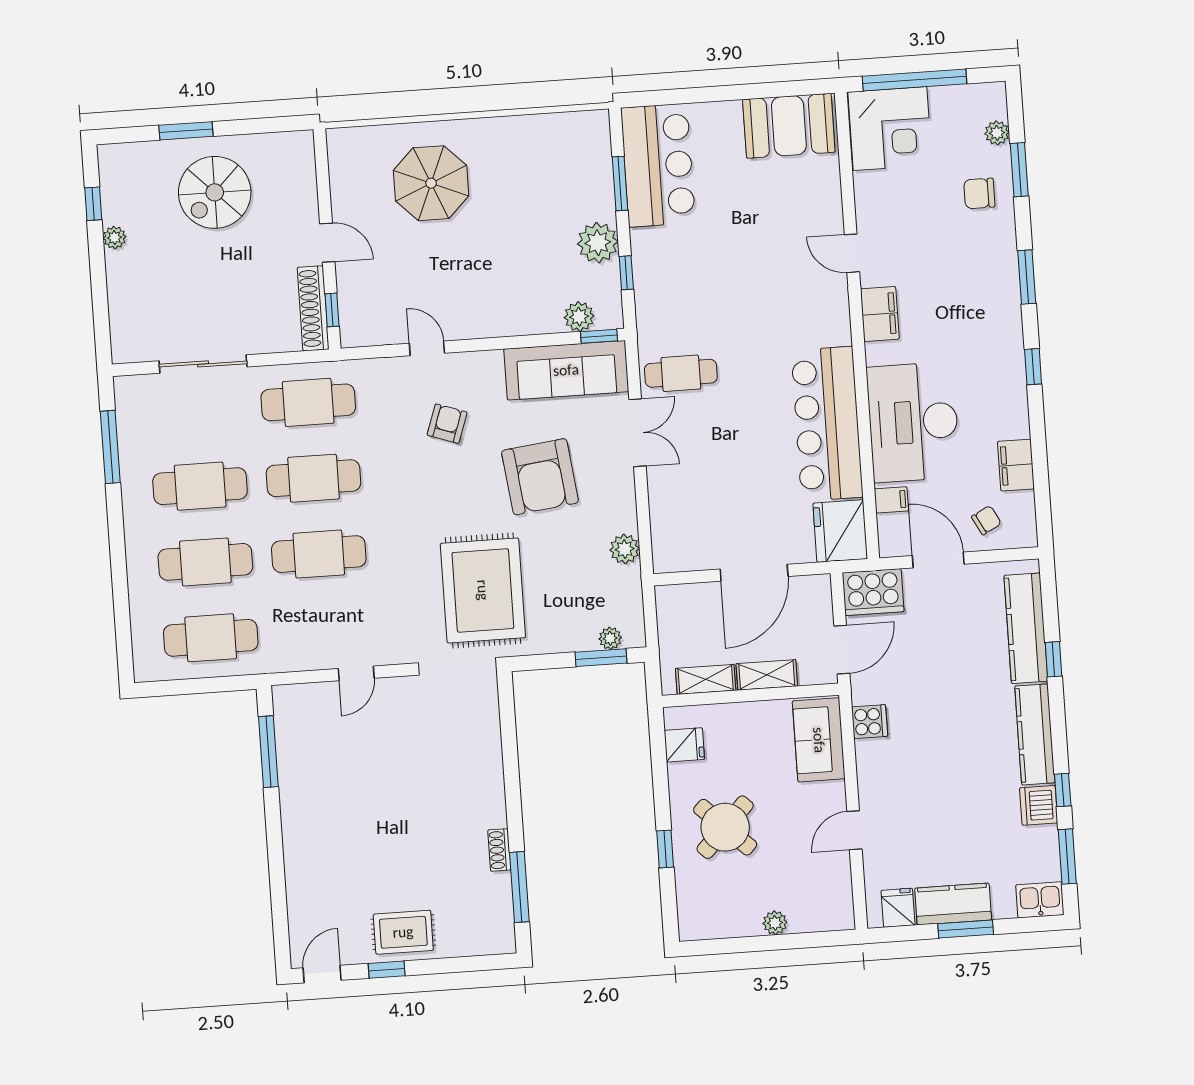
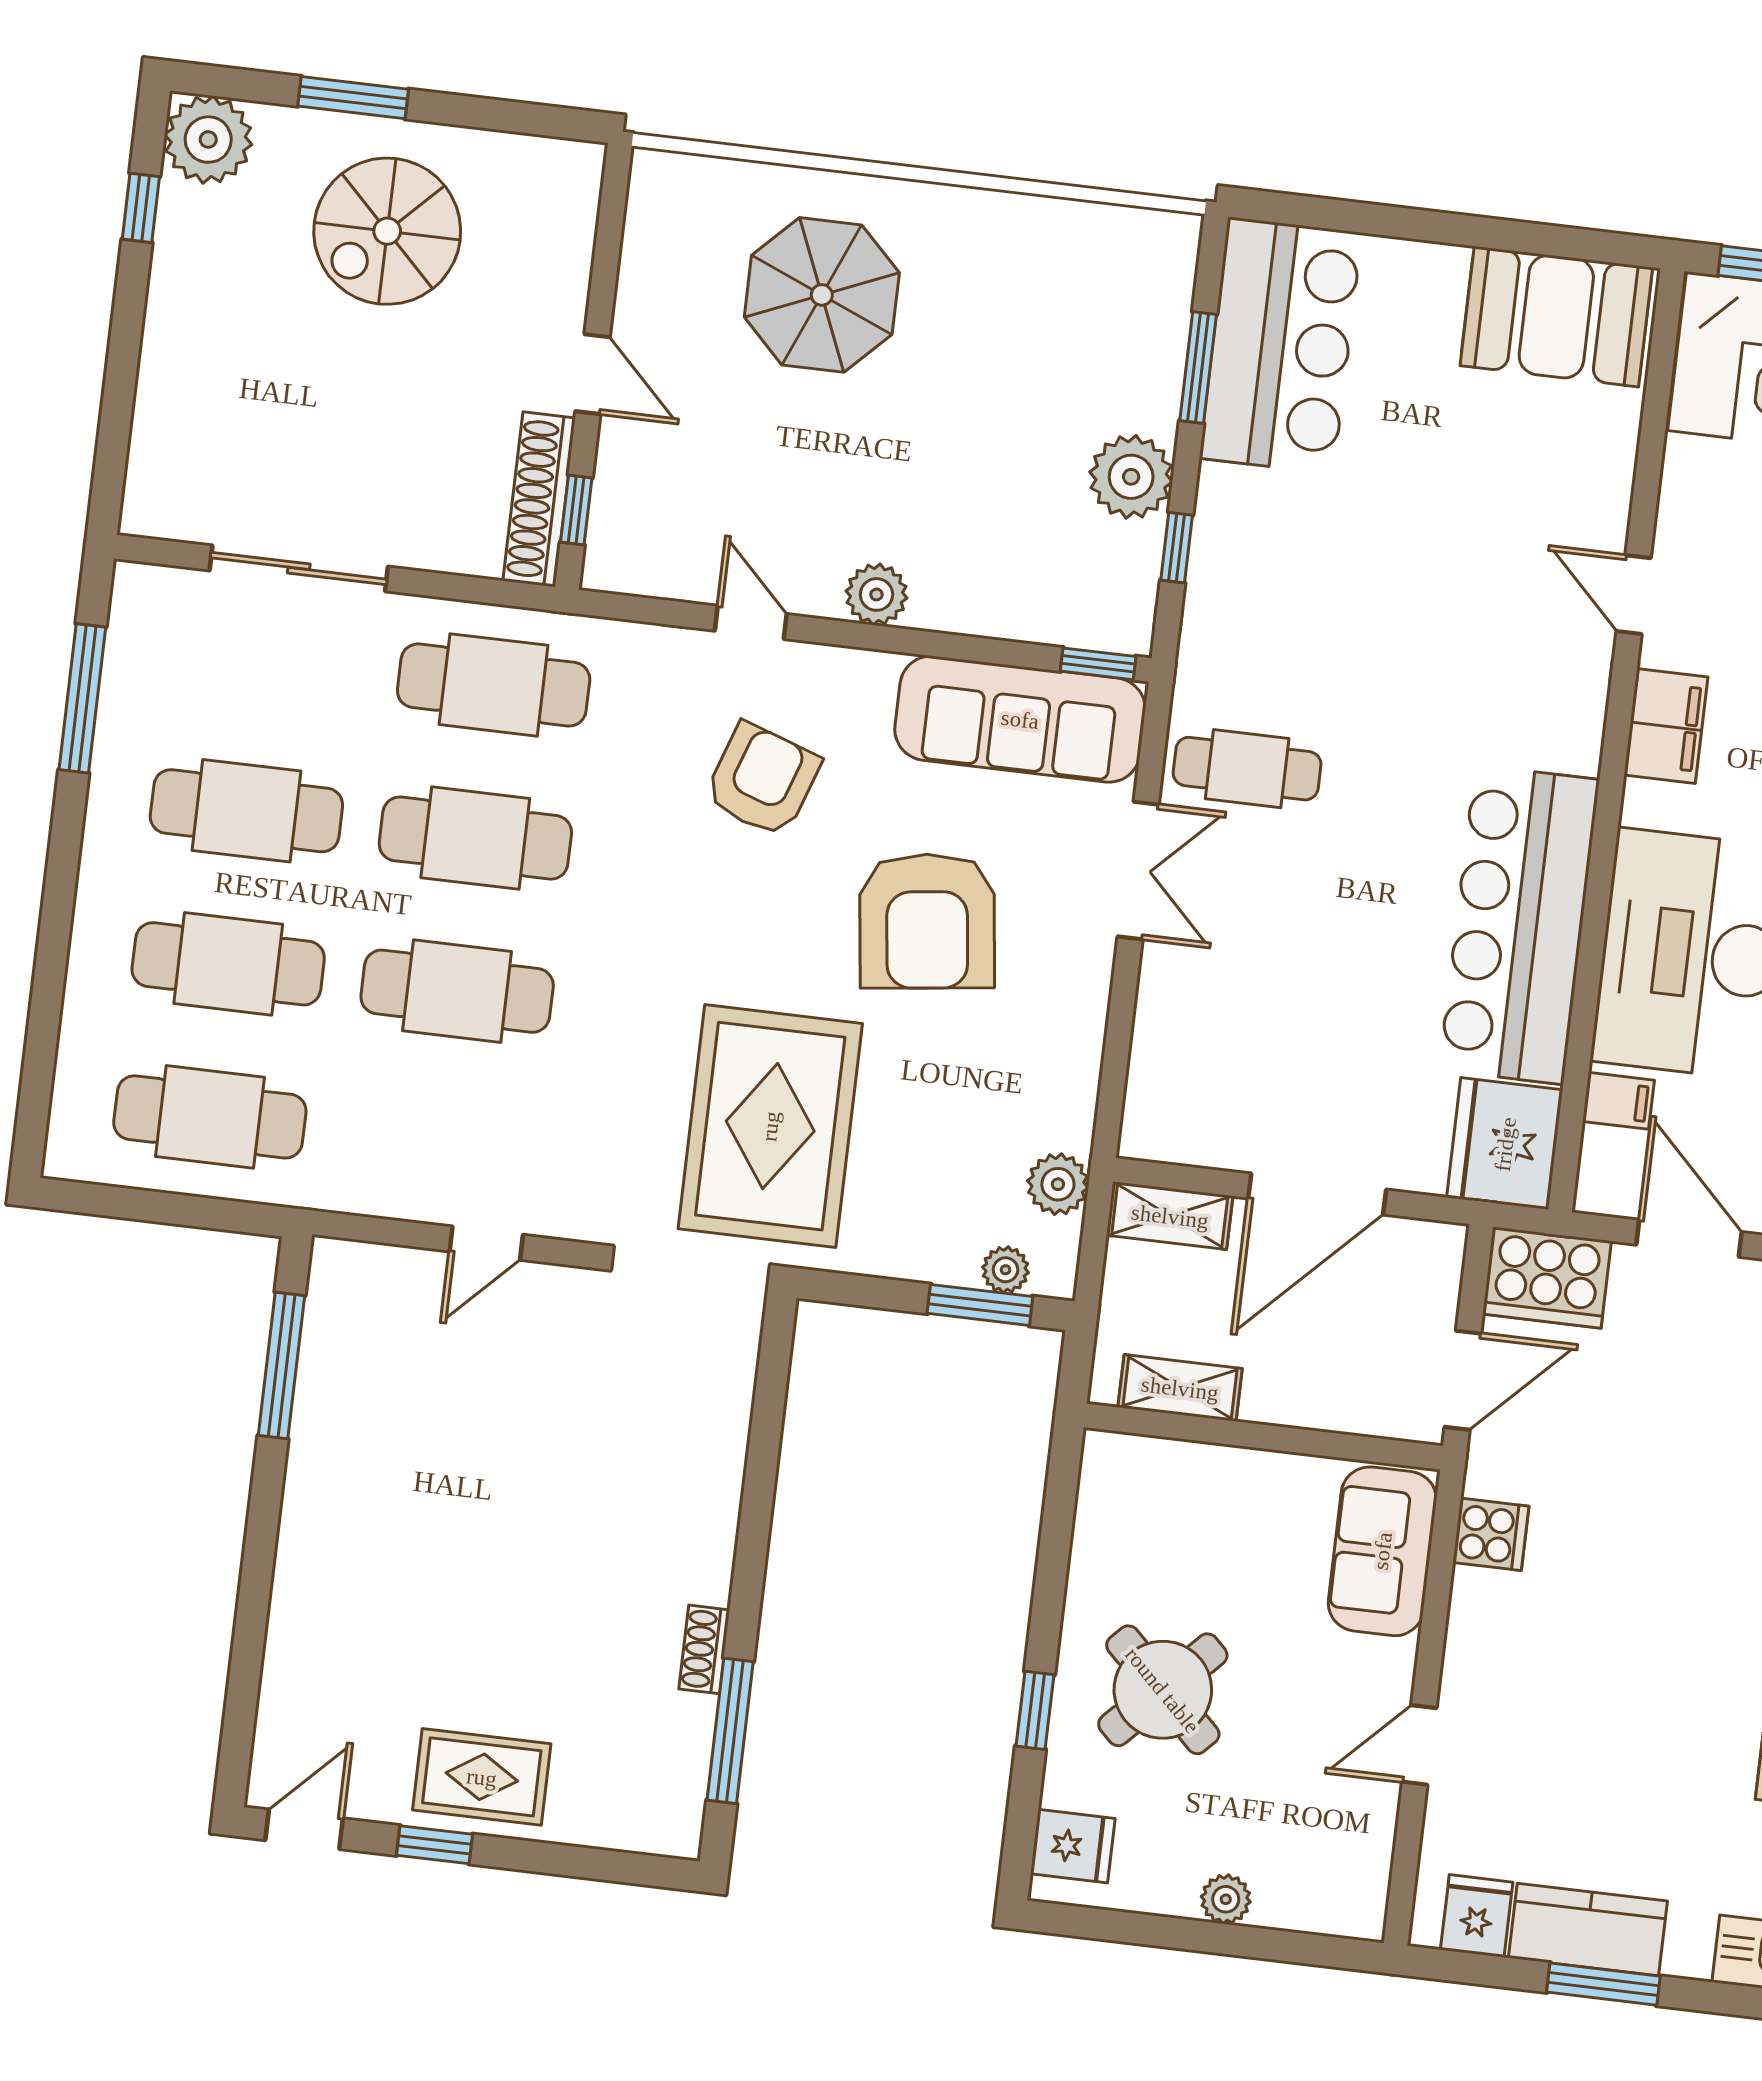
plant: (114, 238) -> (208, 140), moved, width x1.88, depth x1.88
plant: (579, 317) -> (877, 594), moved
armchair: (447, 424) -> (762, 780), width x1.38, depth x1.38
plant: (625, 549) -> (1058, 1184), moved
shelving: (767, 675) -> (1170, 1216), moved
fridge: (684, 745) -> (1073, 1846), moved

